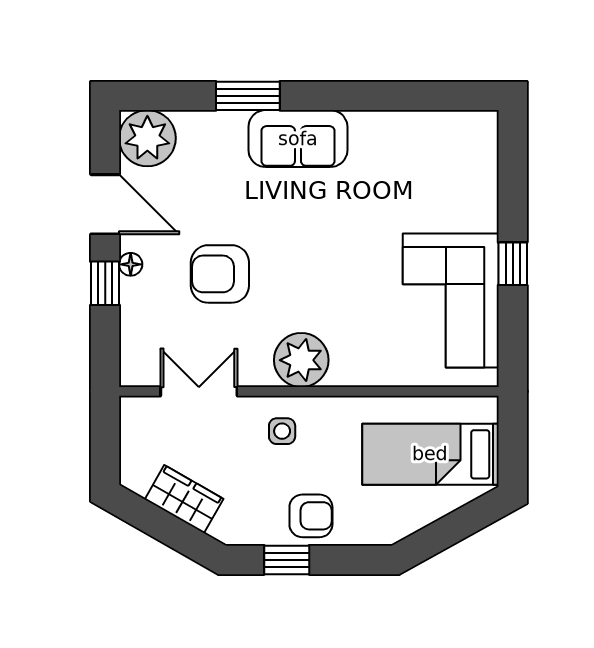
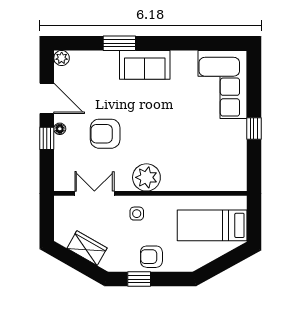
plant: (147, 138) -> (62, 58), width x0.53, depth x0.53
corner sofa: (451, 300) -> (222, 84), moved
armchair: (311, 516) -> (151, 257), turned 180

